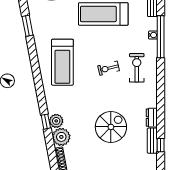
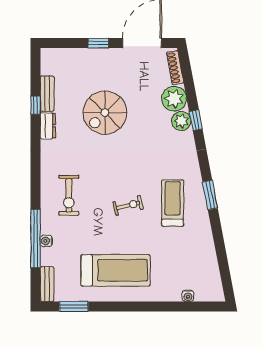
window: (28, 26) -> (210, 195), moved
treadmill: (62, 62) -> (173, 203), width x0.73, depth x0.73
exercise bike: (109, 68) -> (128, 205), moved
window: (161, 145) -> (36, 105), moved

